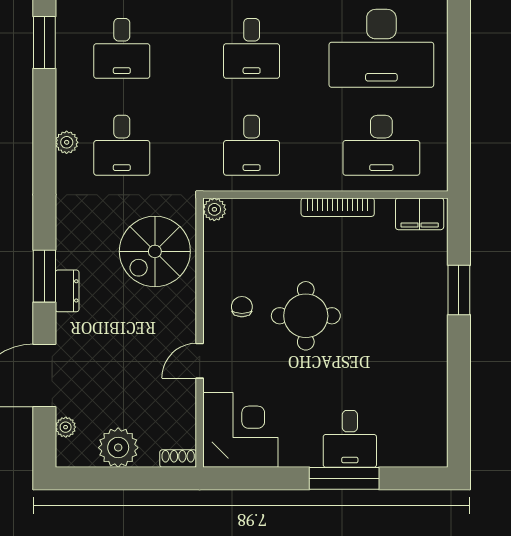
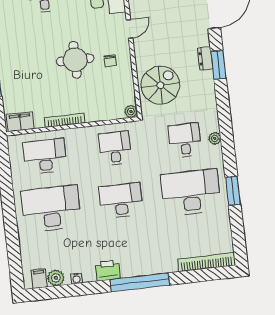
desk: (122, 48) -> (191, 192), width x1.87, depth x1.30
desk: (252, 48) -> (121, 201), width x1.37

